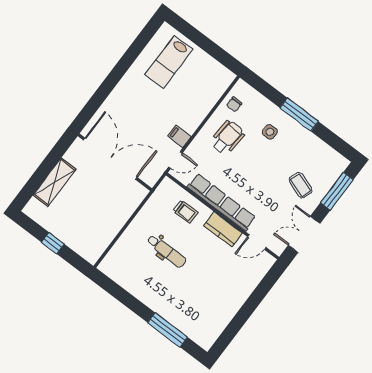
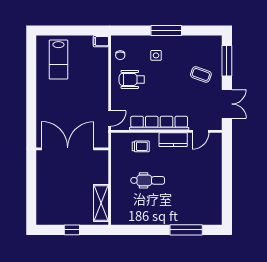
filing cabinet: (180, 136) -> (101, 41), moved
wheelchair: (227, 138) -> (132, 79), turned -94
shelving: (54, 182) -> (101, 203), moved
double door: (304, 234) -> (227, 104), swing flipped

